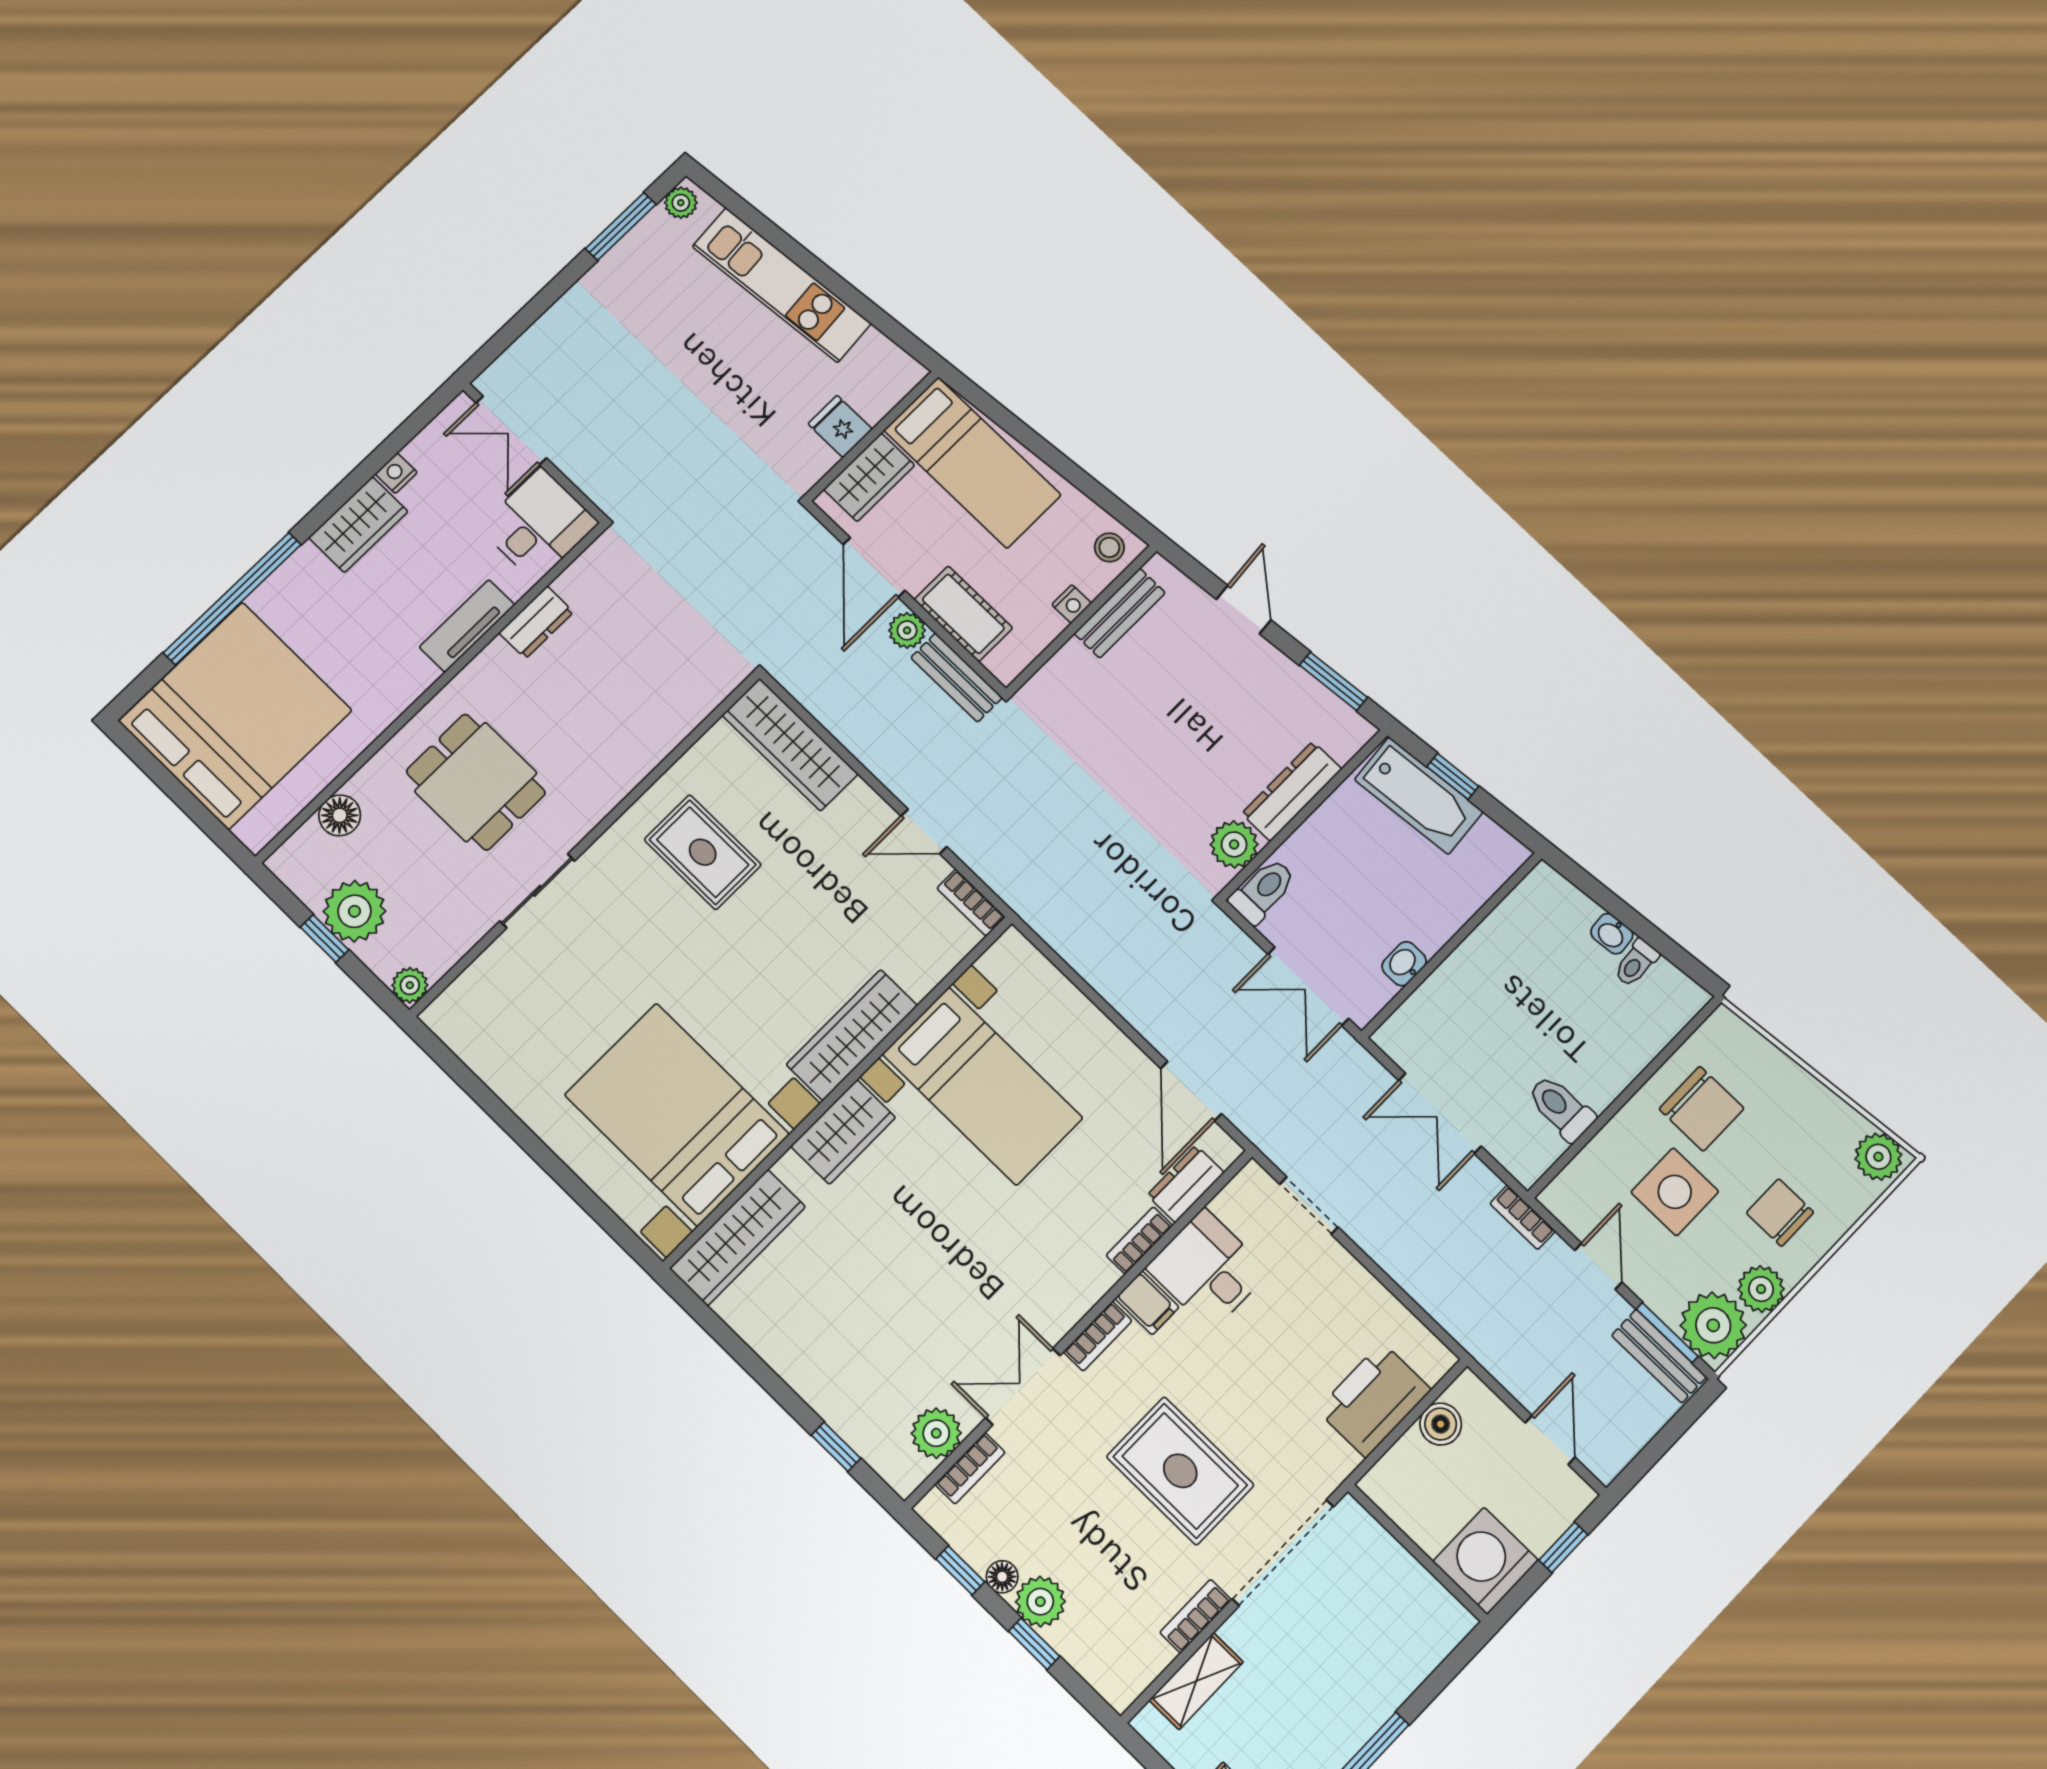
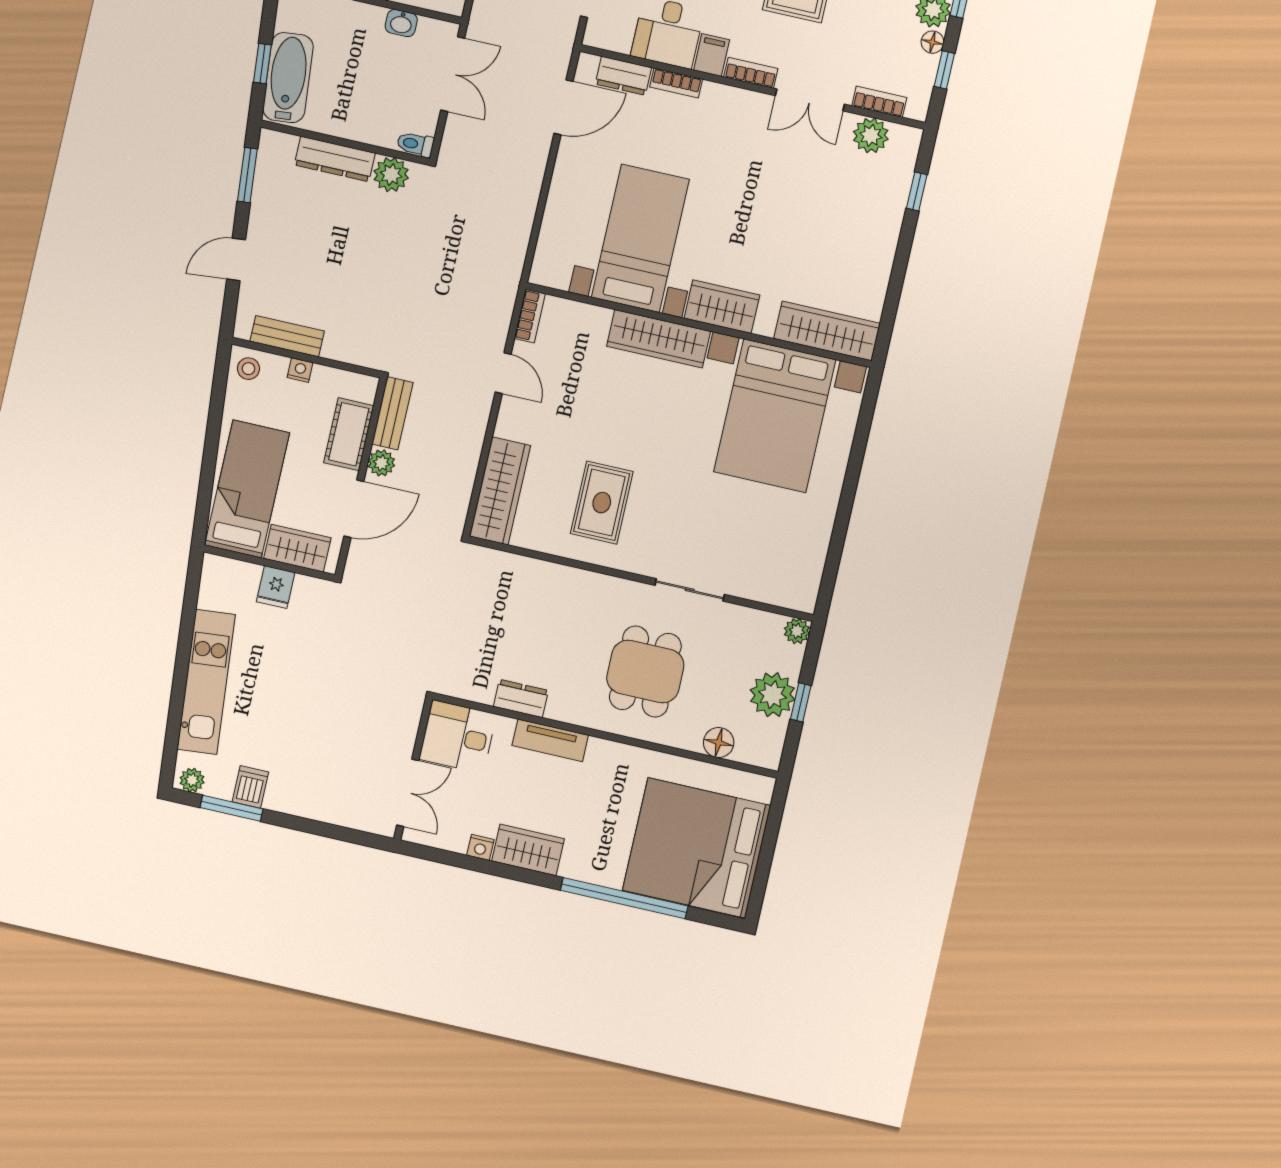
dishwasher: (631, 262) -> (250, 787), added
toilet: (1263, 891) -> (415, 144), width x0.73, depth x0.72

